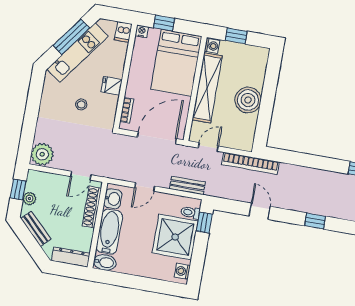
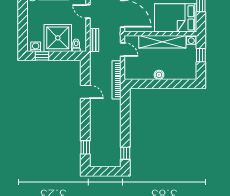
boiler: (248, 100) -> (159, 75), width x0.54, depth x0.54
door: (260, 211) -> (85, 92), hinge flipped
window: (315, 221) -> (85, 147), moved
window: (204, 223) -> (42, 56), moved

